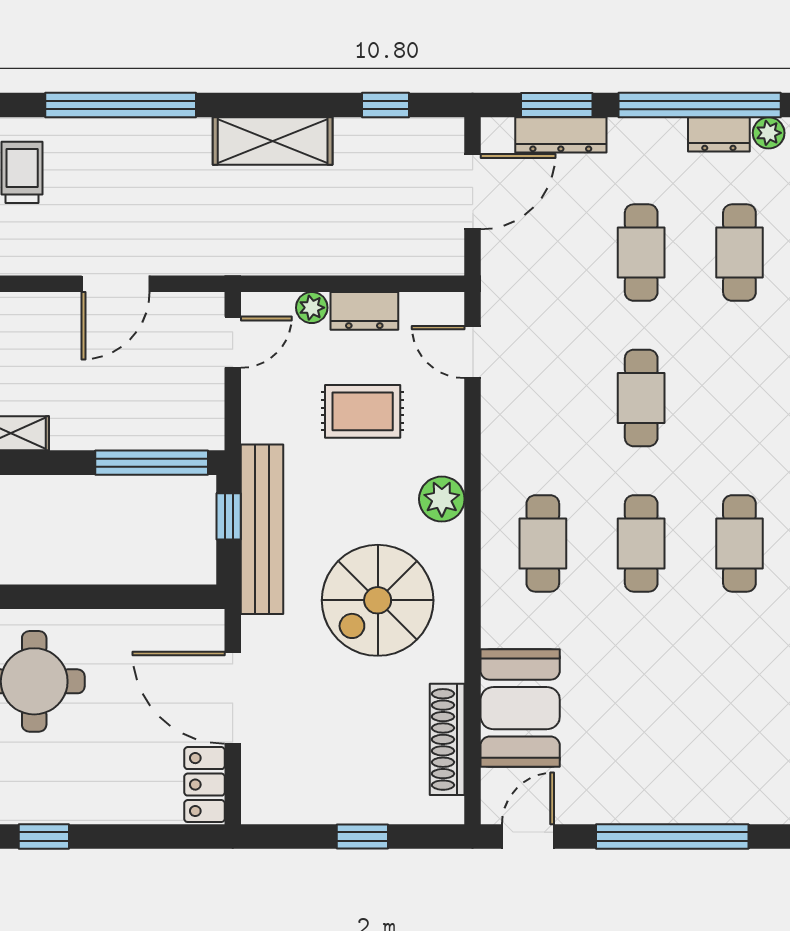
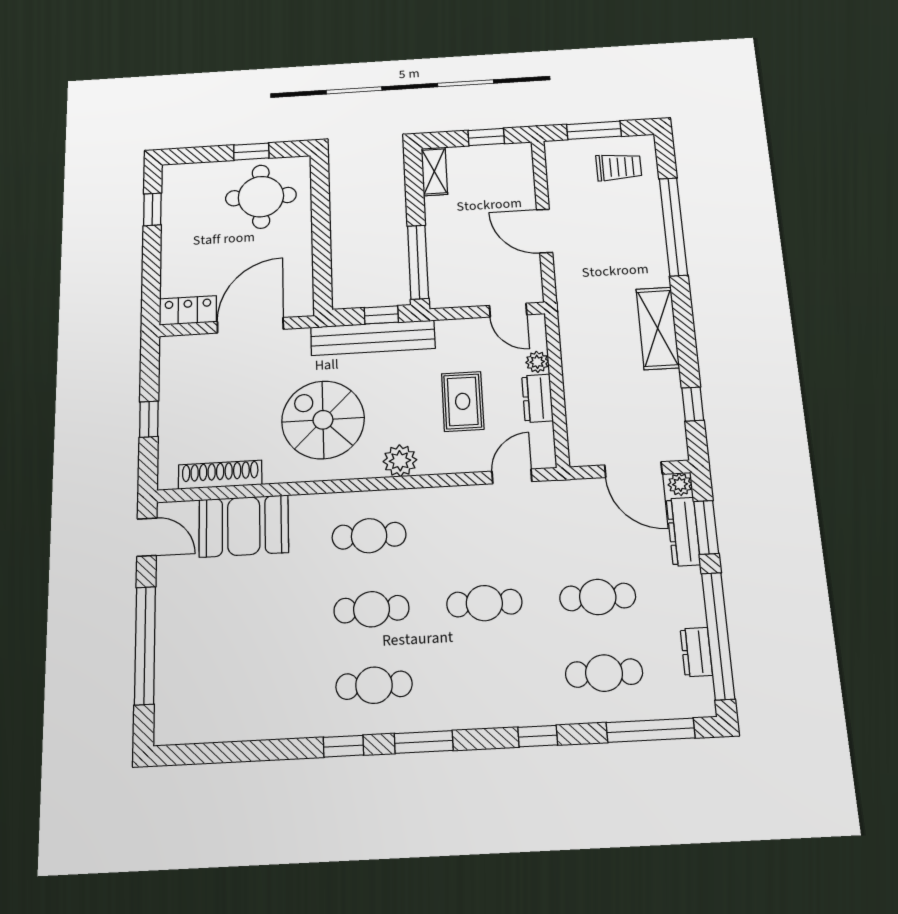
plant: (769, 133) -> (680, 484), moved

